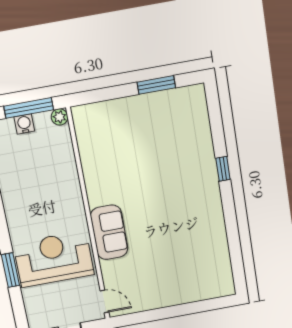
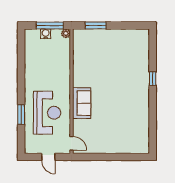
window: (156, 85) -> (96, 26), moved
reception desk: (54, 259) -> (47, 113), turned 90

